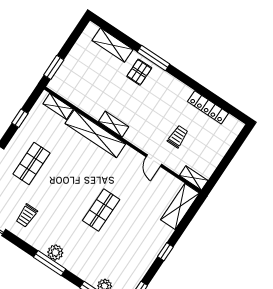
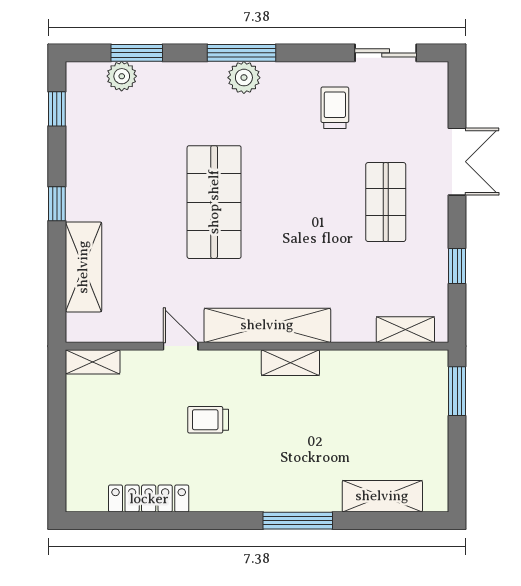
pallet: (139, 72) -> (306, 480), removed
shelving: (95, 134) -> (267, 325), moved
trolley: (178, 137) -> (208, 420), moved, turned 90
shelving: (180, 207) -> (83, 267), moved
shop shelf: (101, 210) -> (214, 202), width x1.43, depth x1.36

